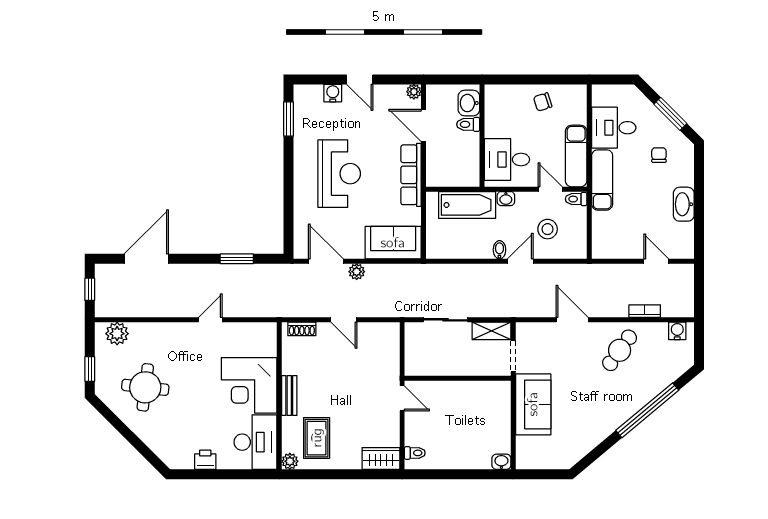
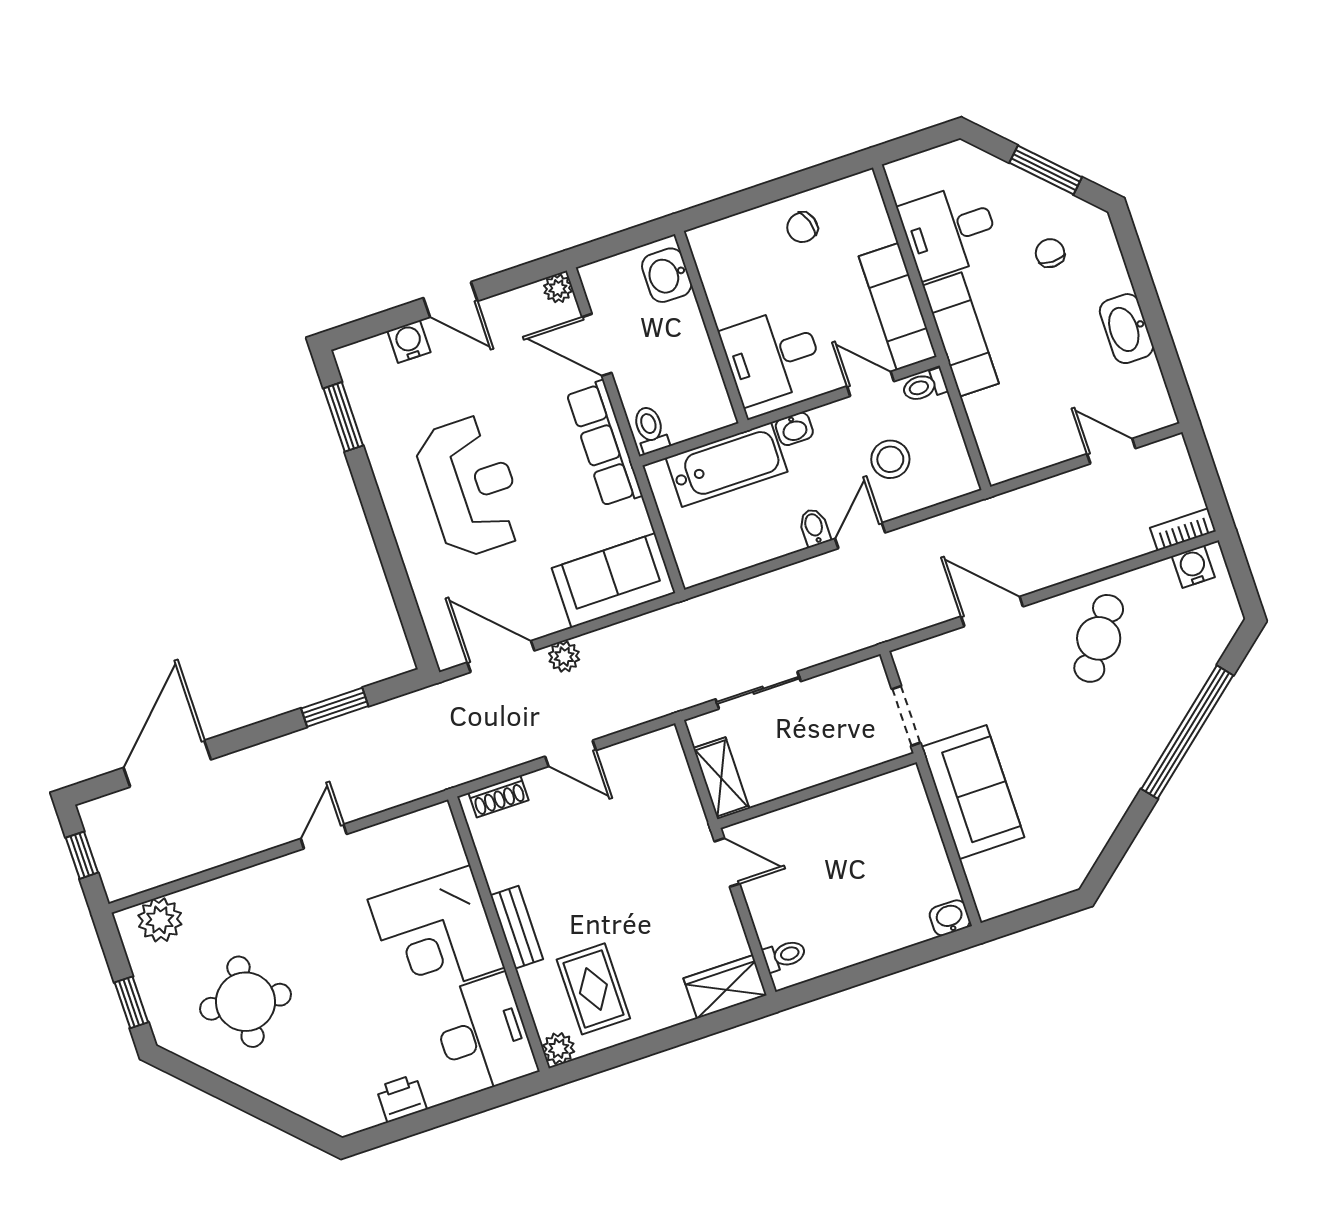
toilet: (468, 124) -> (650, 429), moved, turned 90
bookcase: (645, 311) -> (1183, 529), moved
shelving: (492, 331) -> (721, 778), moved, turned 90

